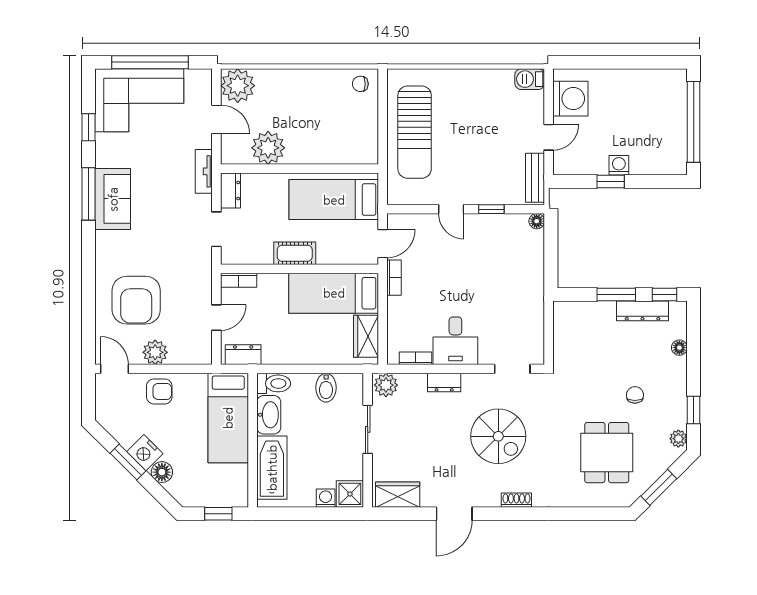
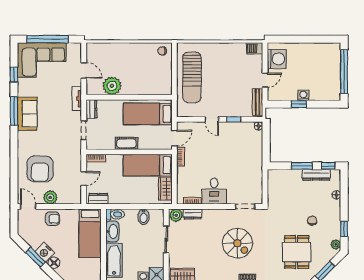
plant: (238, 86) -> (95, 52), removed
dresser: (444, 383) -> (193, 214), moved

